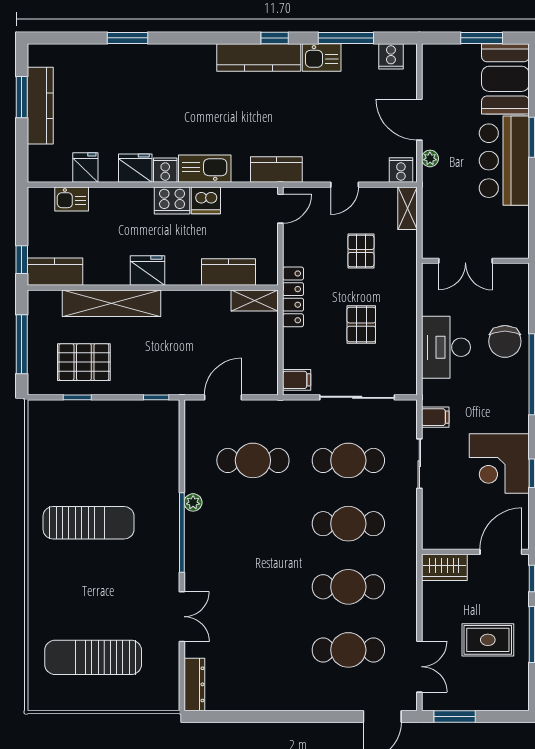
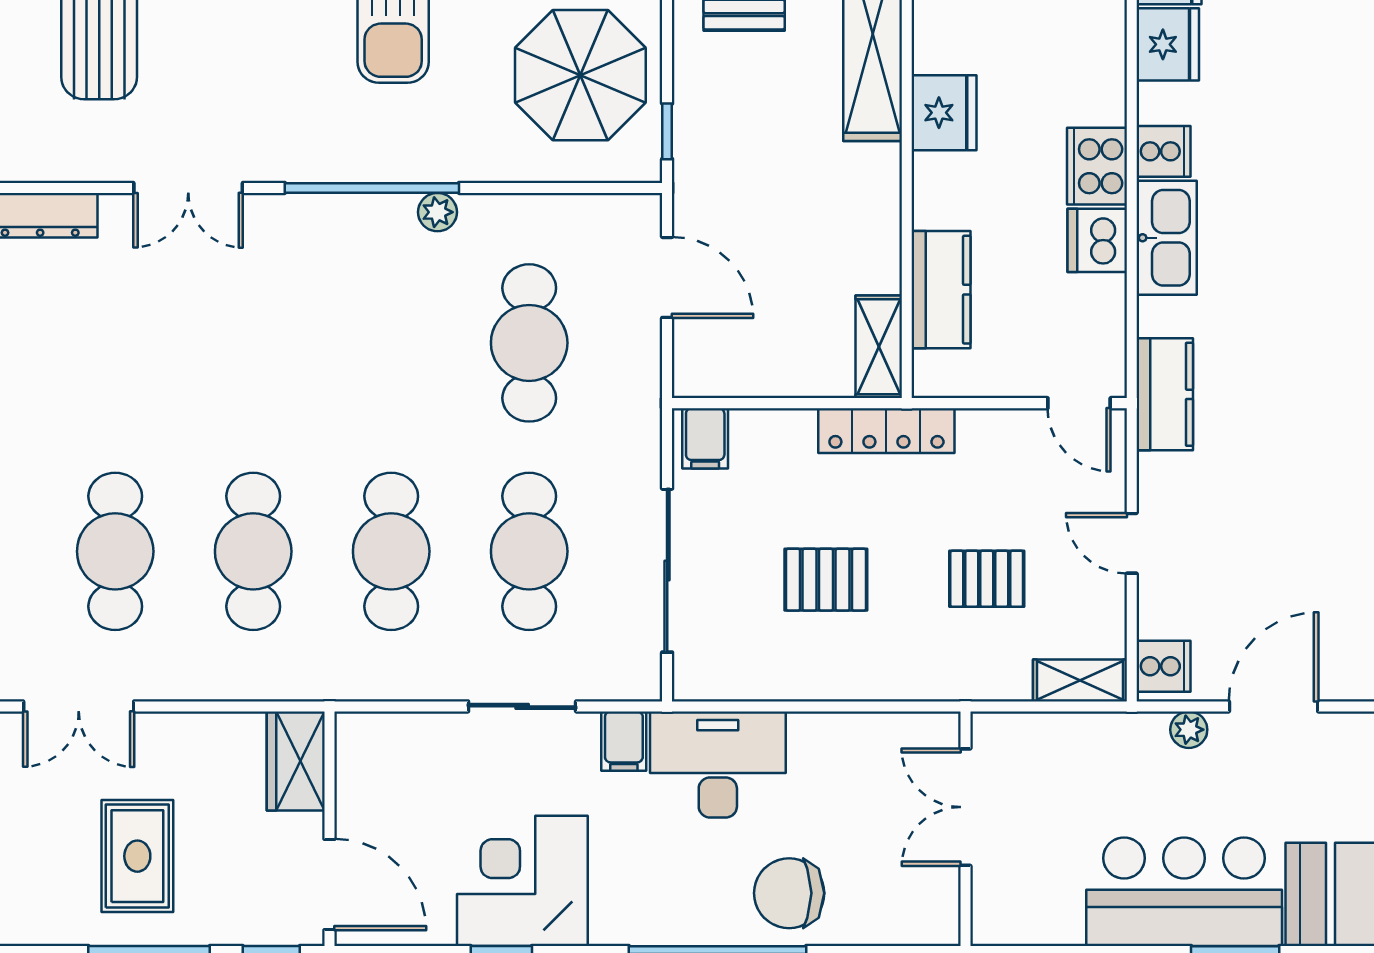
fridge: (135, 168) -> (1168, 44), moved
desk: (446, 347) -> (718, 765), moved
parasol: (130, 437) -> (580, 75), added

